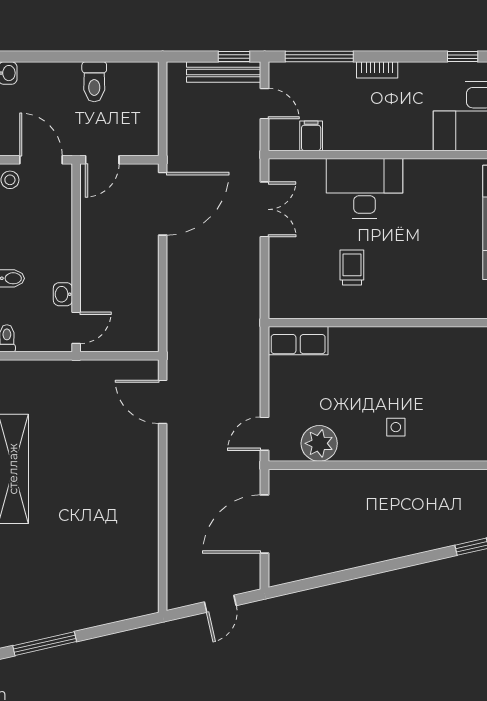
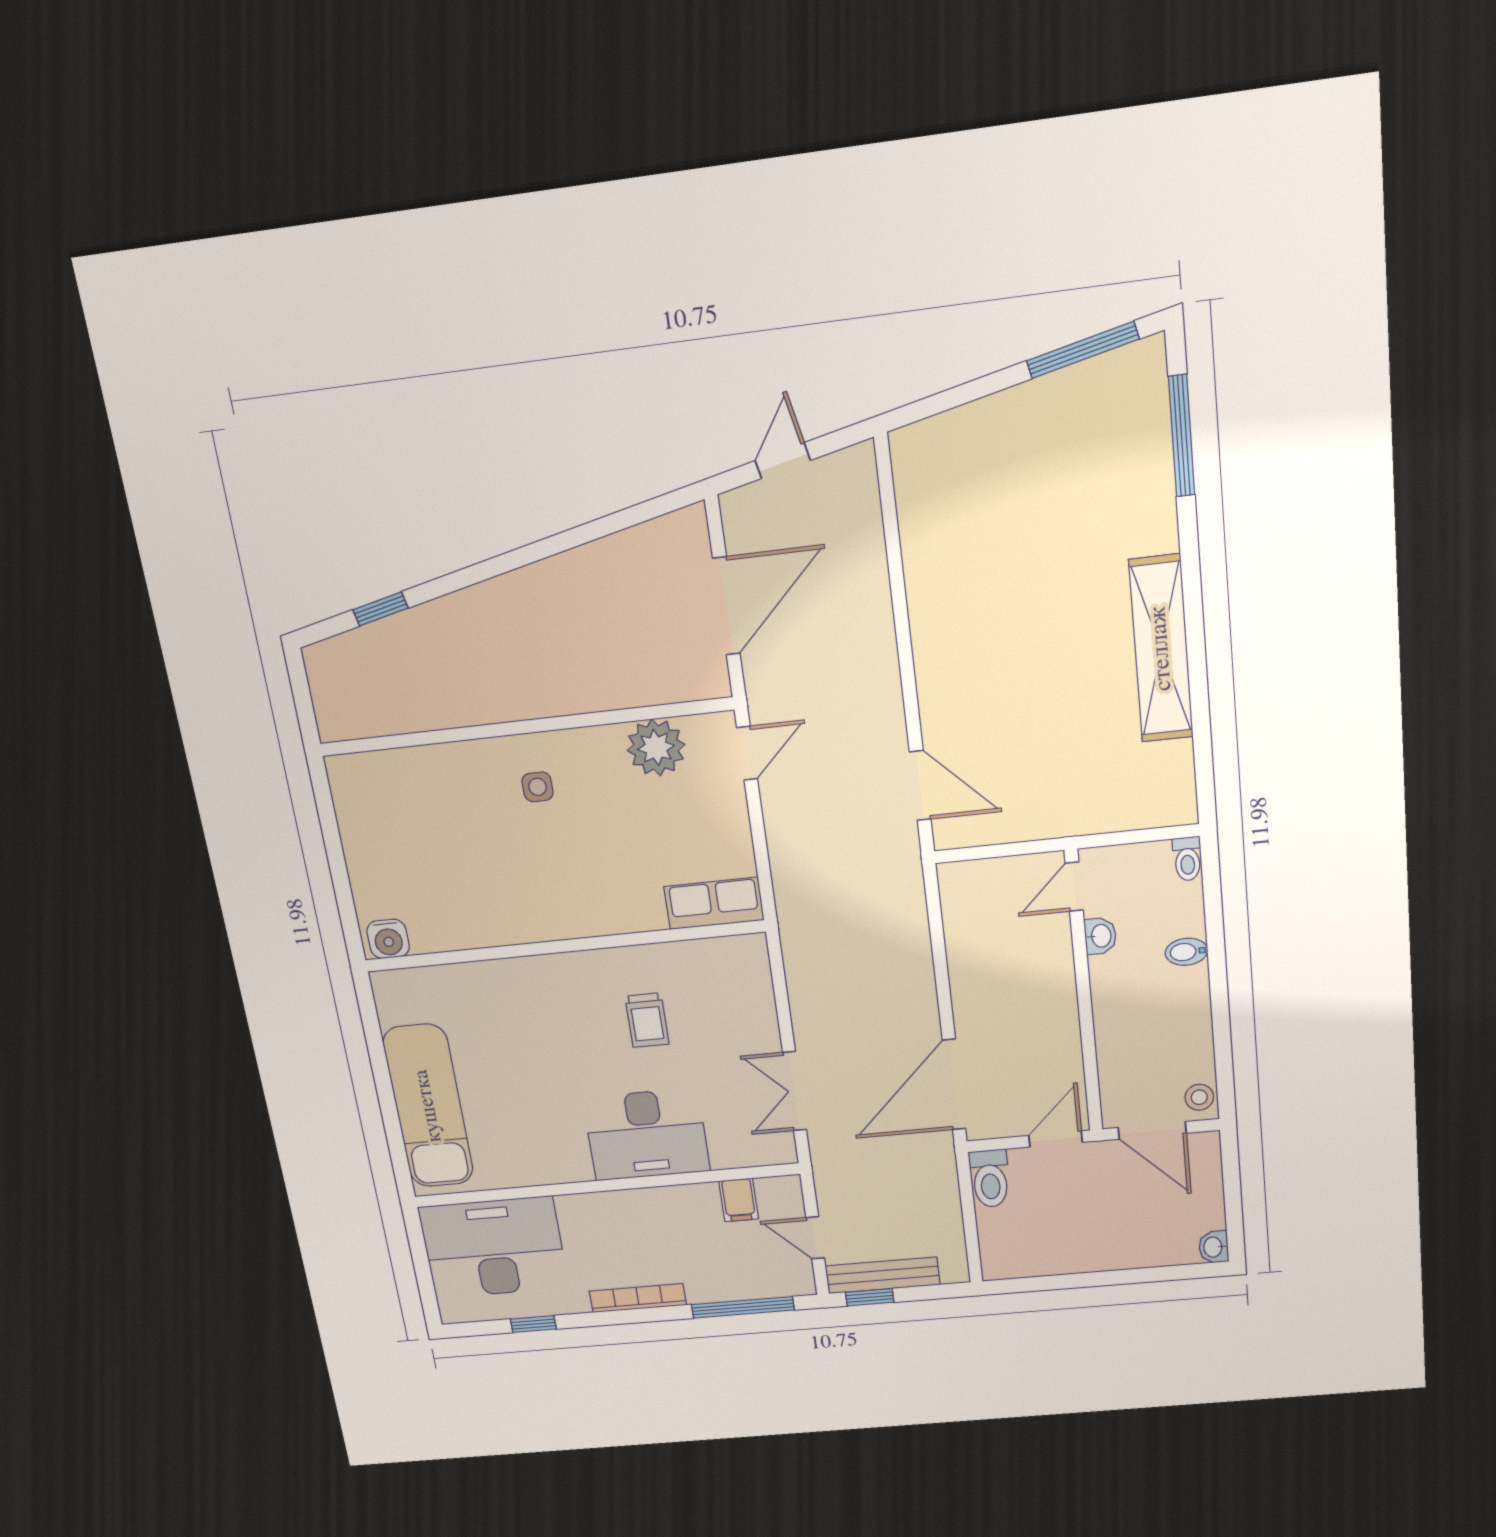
bookcase: (377, 70) -> (638, 1298), width x1.56
toilet: (94, 82) -> (990, 1179), moved, turned 180

